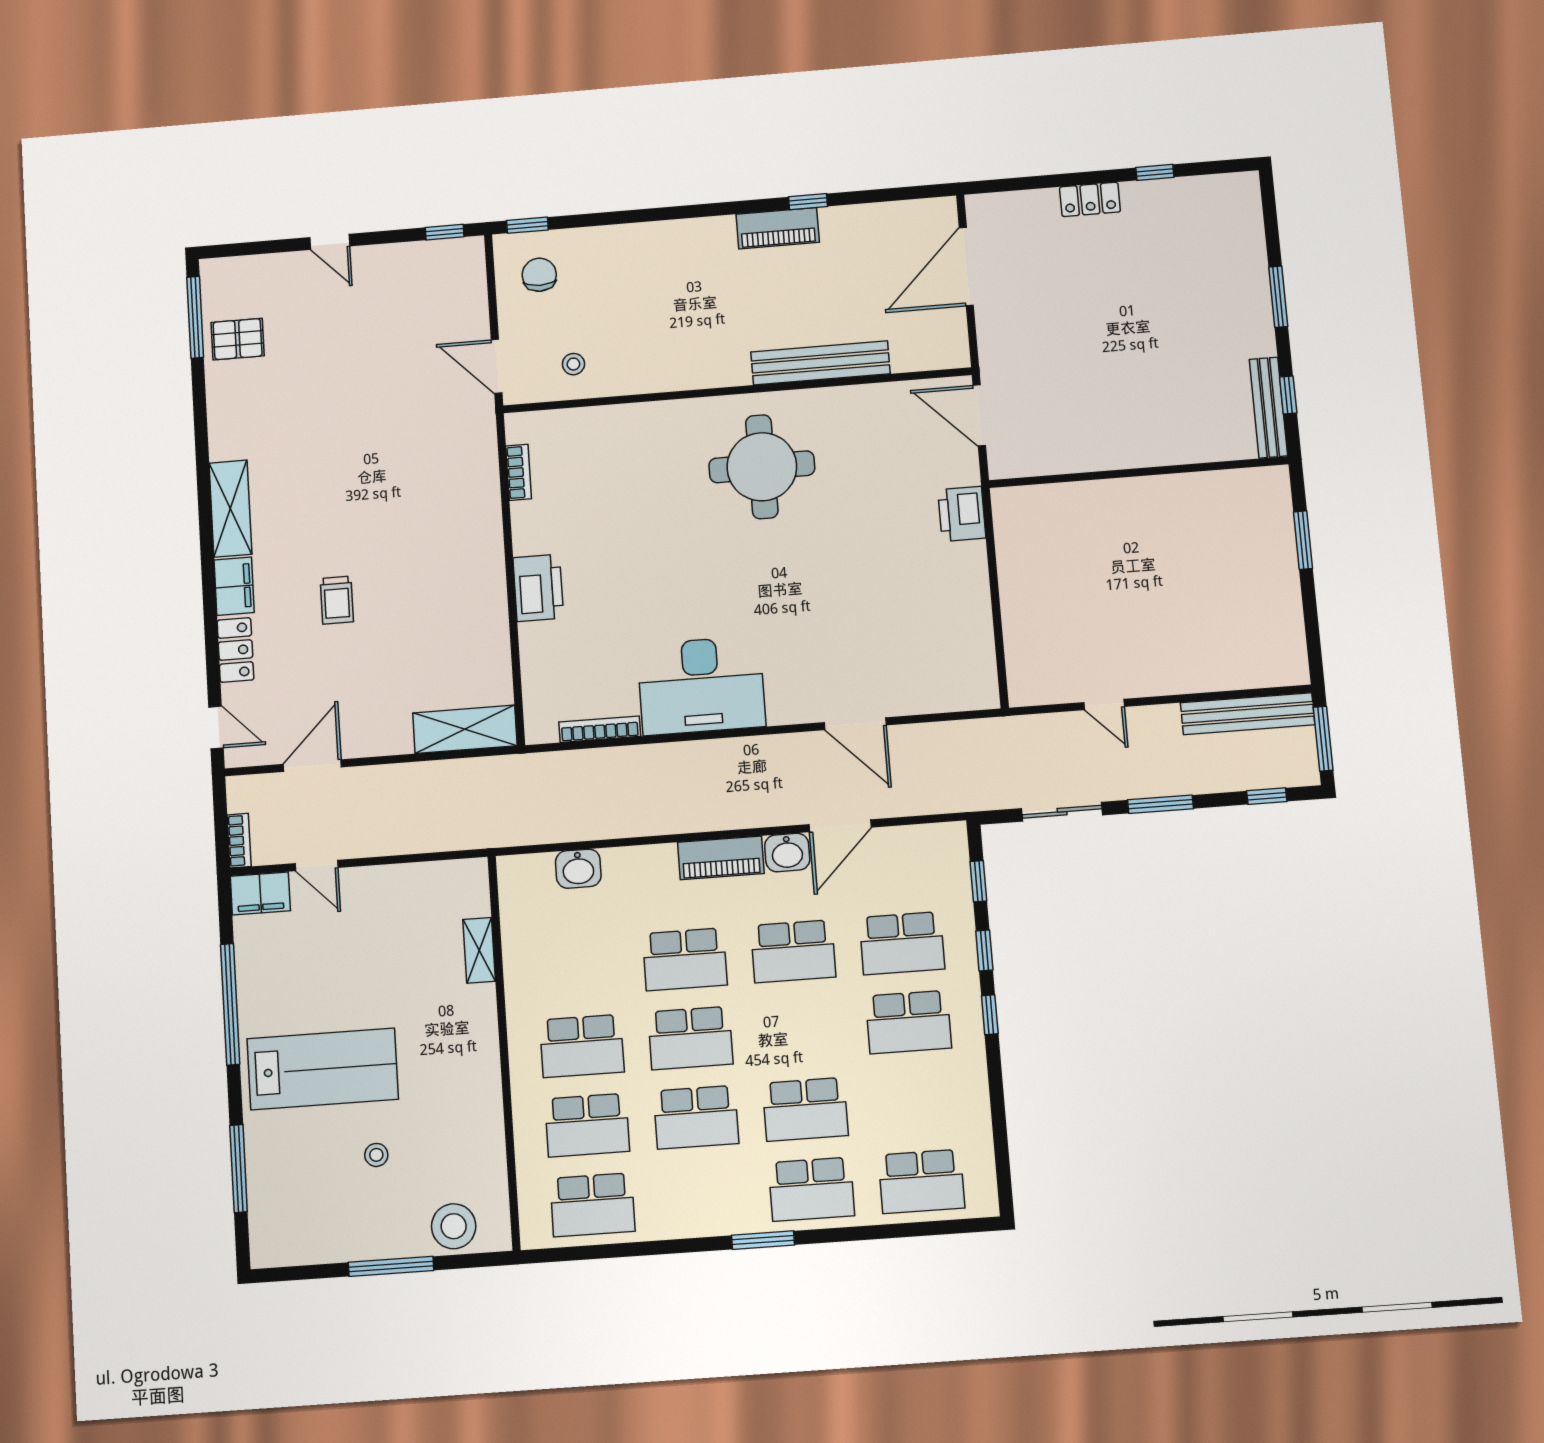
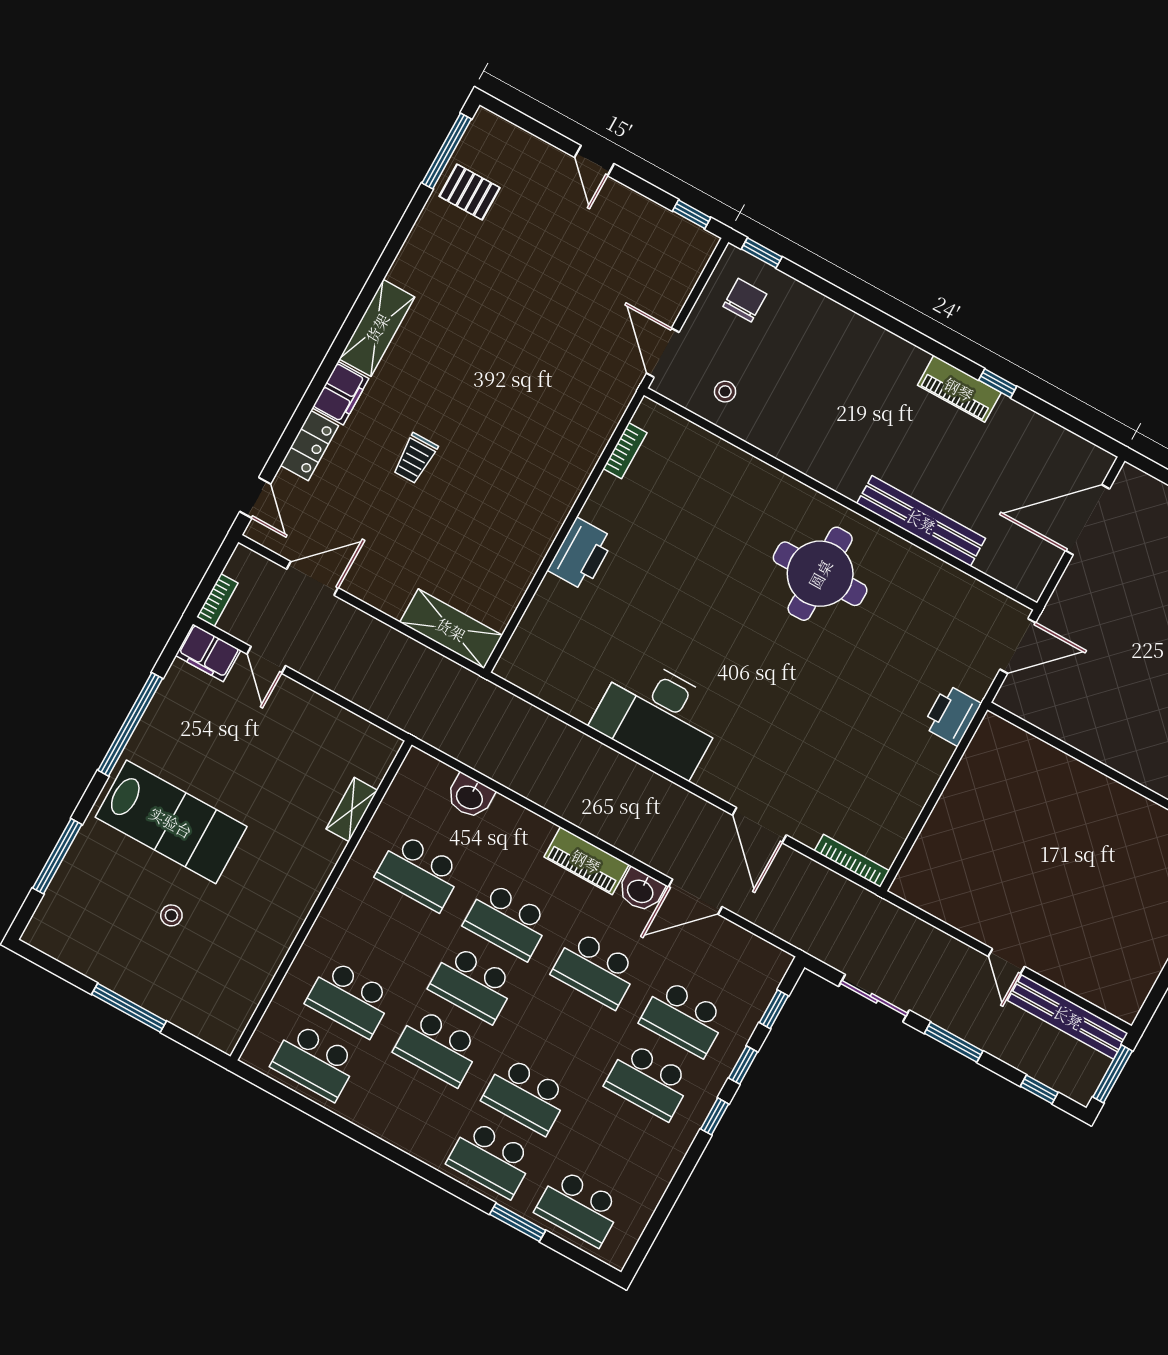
door: (979, 415) -> (1018, 646), swing flipped
door: (1104, 705) -> (1006, 961), moved
bookcase: (600, 729) -> (852, 861), moved
school desk: (582, 1046) -> (419, 872), moved
stool: (454, 1226) -> (197, 1009), removed
window: (763, 1240) -> (518, 1222), moved

